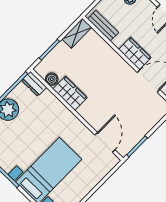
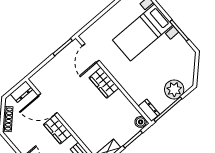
boiler: (52, 79) -> (141, 122), moved
wardrobe: (70, 93) -> (104, 83), moved

